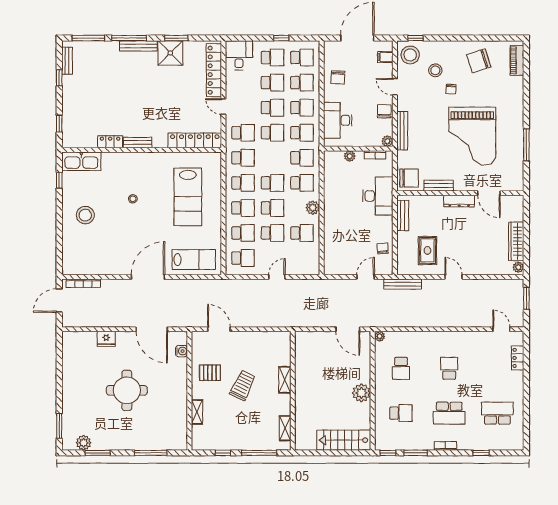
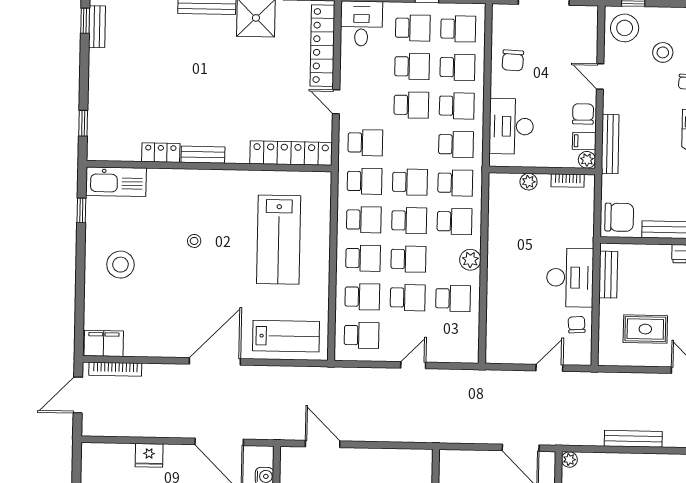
filing cabinet: (385, 57) -> (584, 141), moved
window: (59, 78) -> (85, 21), moved
school desk: (272, 133) -> (410, 182), moved
desk: (378, 196) -> (570, 278), moved
rug: (427, 250) -> (645, 329), turned 90
filing cabinet: (75, 267) -> (104, 343), added
bench: (403, 284) -> (633, 439), moved

